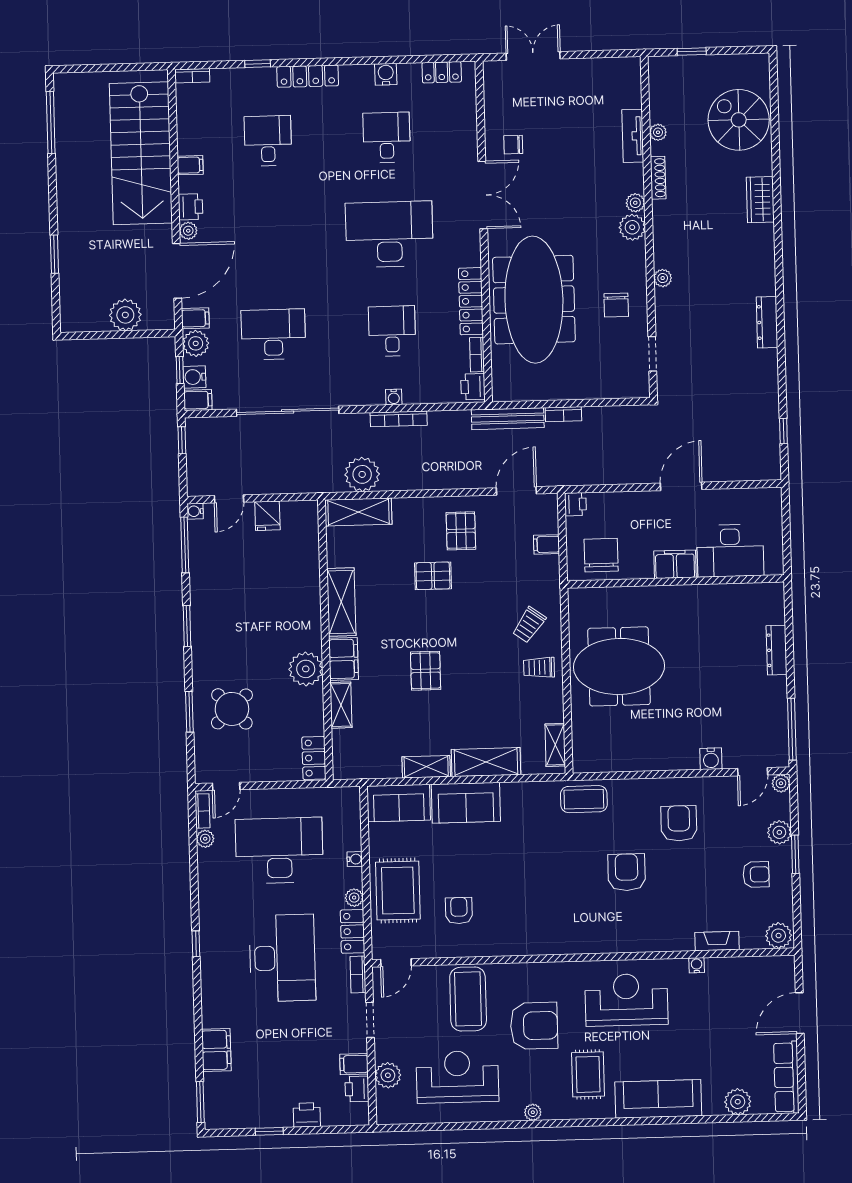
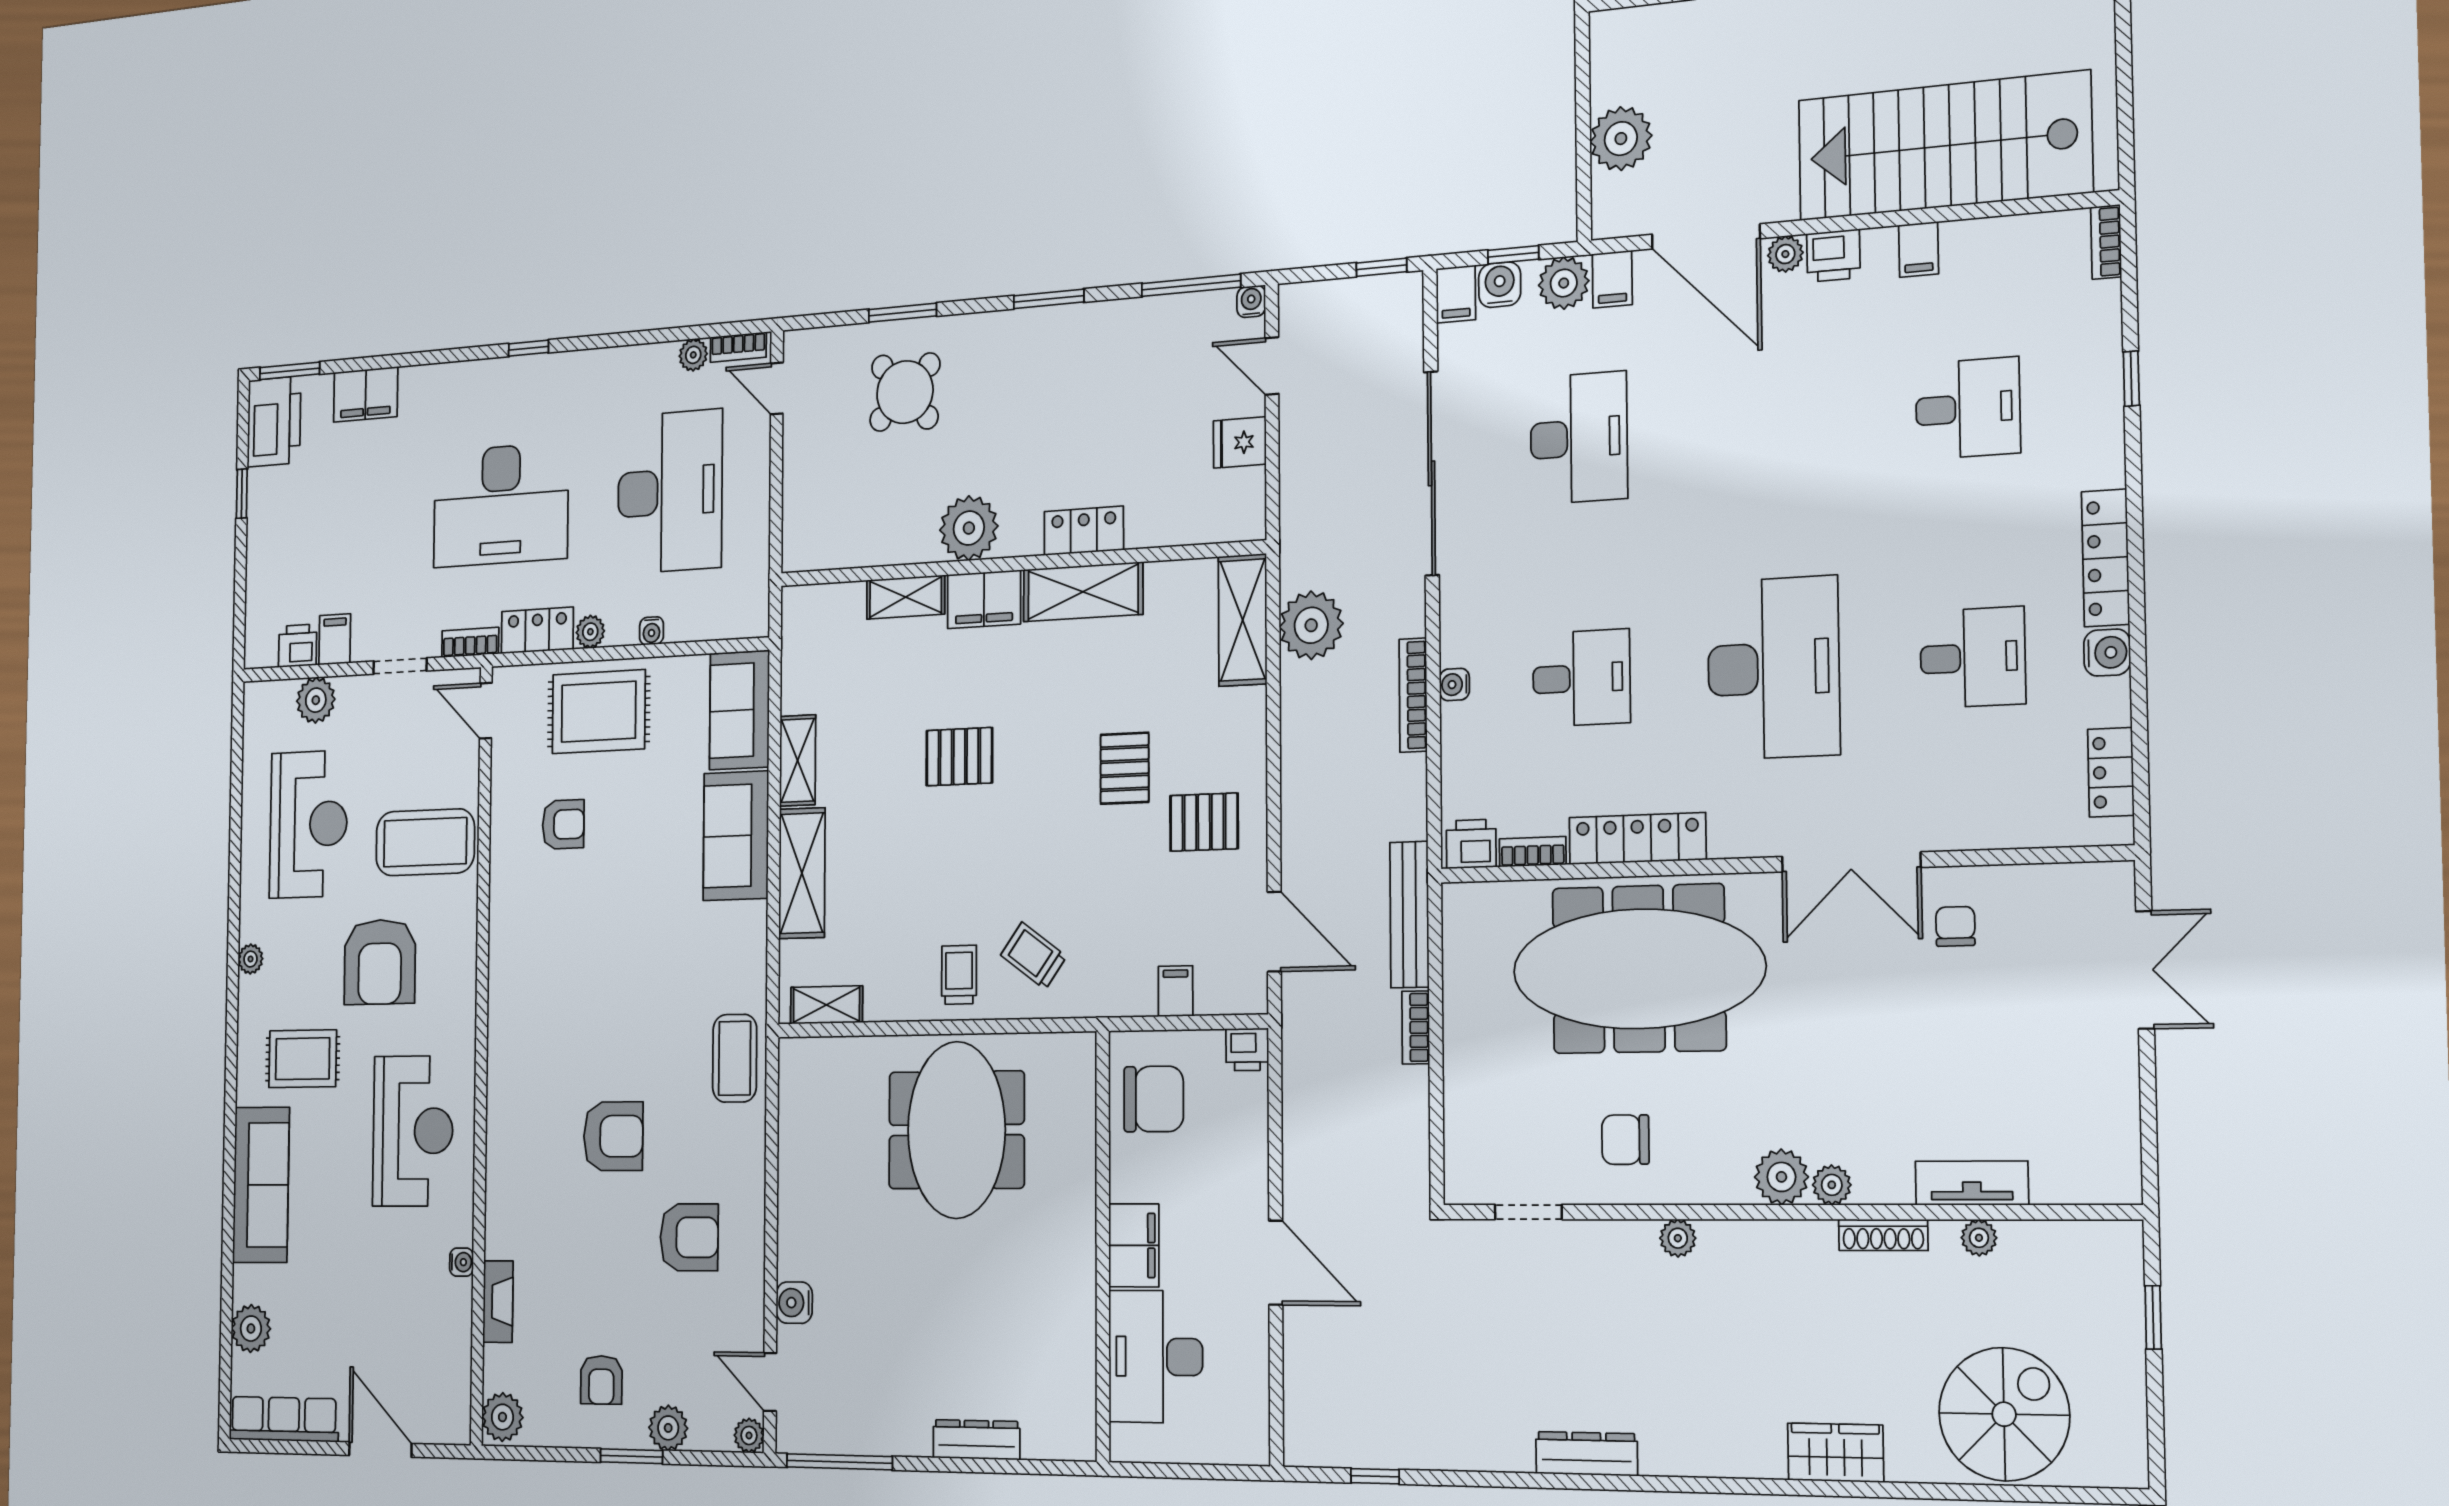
locker: (308, 76) -> (2105, 558), moved
locker: (314, 758) -> (1084, 531), moved
printer: (307, 1115) -> (274, 422), moved, width x1.87, depth x1.48

